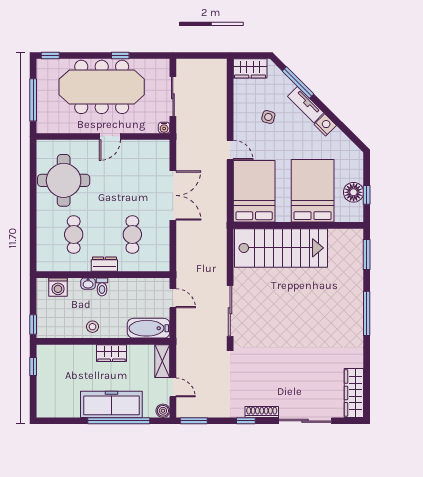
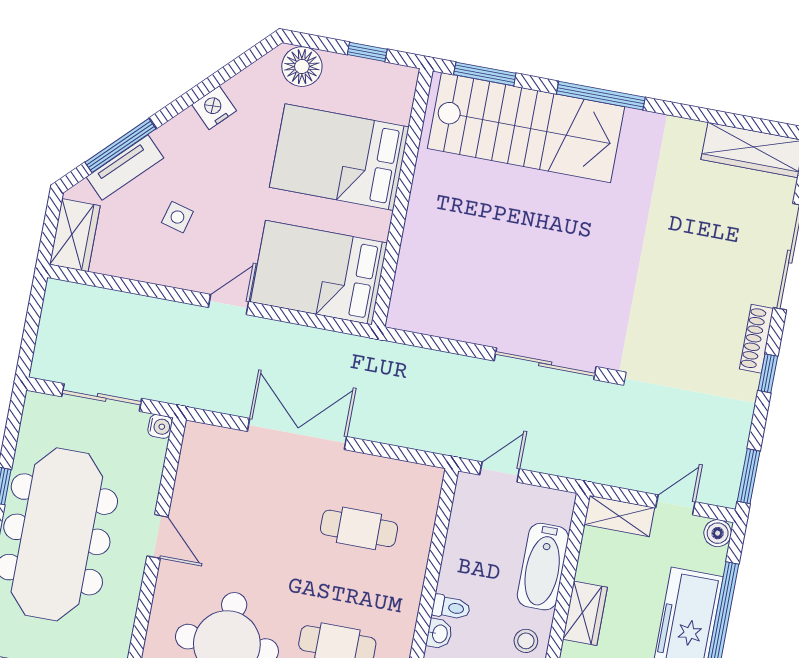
tv unit: (306, 105) -> (125, 167), moved
floor lamp: (354, 192) -> (302, 67), moved
stairs: (281, 248) -> (526, 128), moved, turned 90
dresser: (104, 264) -> (407, 594), removed
bathtub: (149, 328) -> (543, 567), moved

